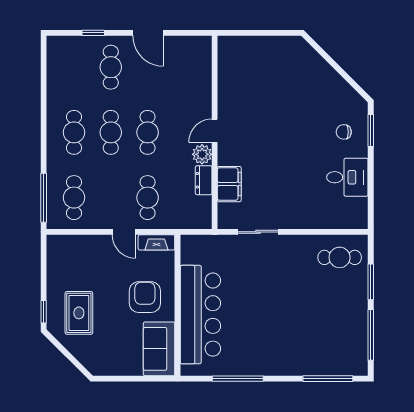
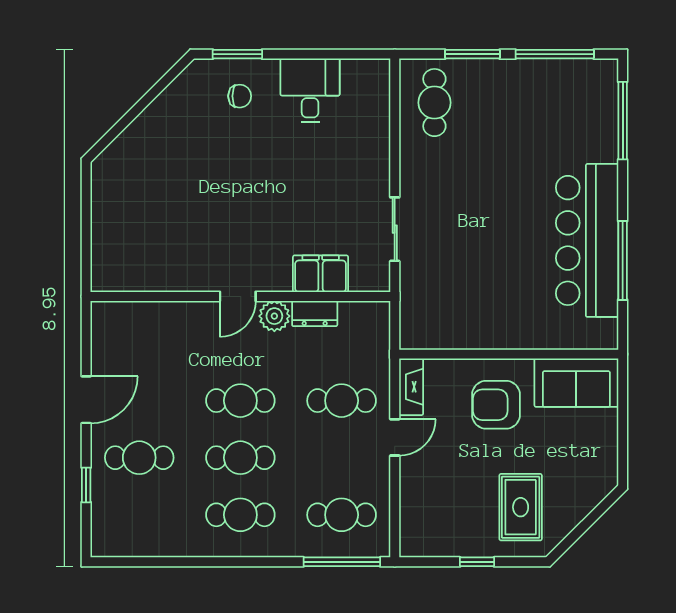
door: (215, 131) -> (238, 296), hinge flipped
chair: (344, 132) -> (240, 96), turned -90
window: (44, 312) -> (477, 562), moved
rug: (79, 313) -> (521, 507), turned 90
bar counter: (200, 315) -> (587, 240), moved, turned -90

